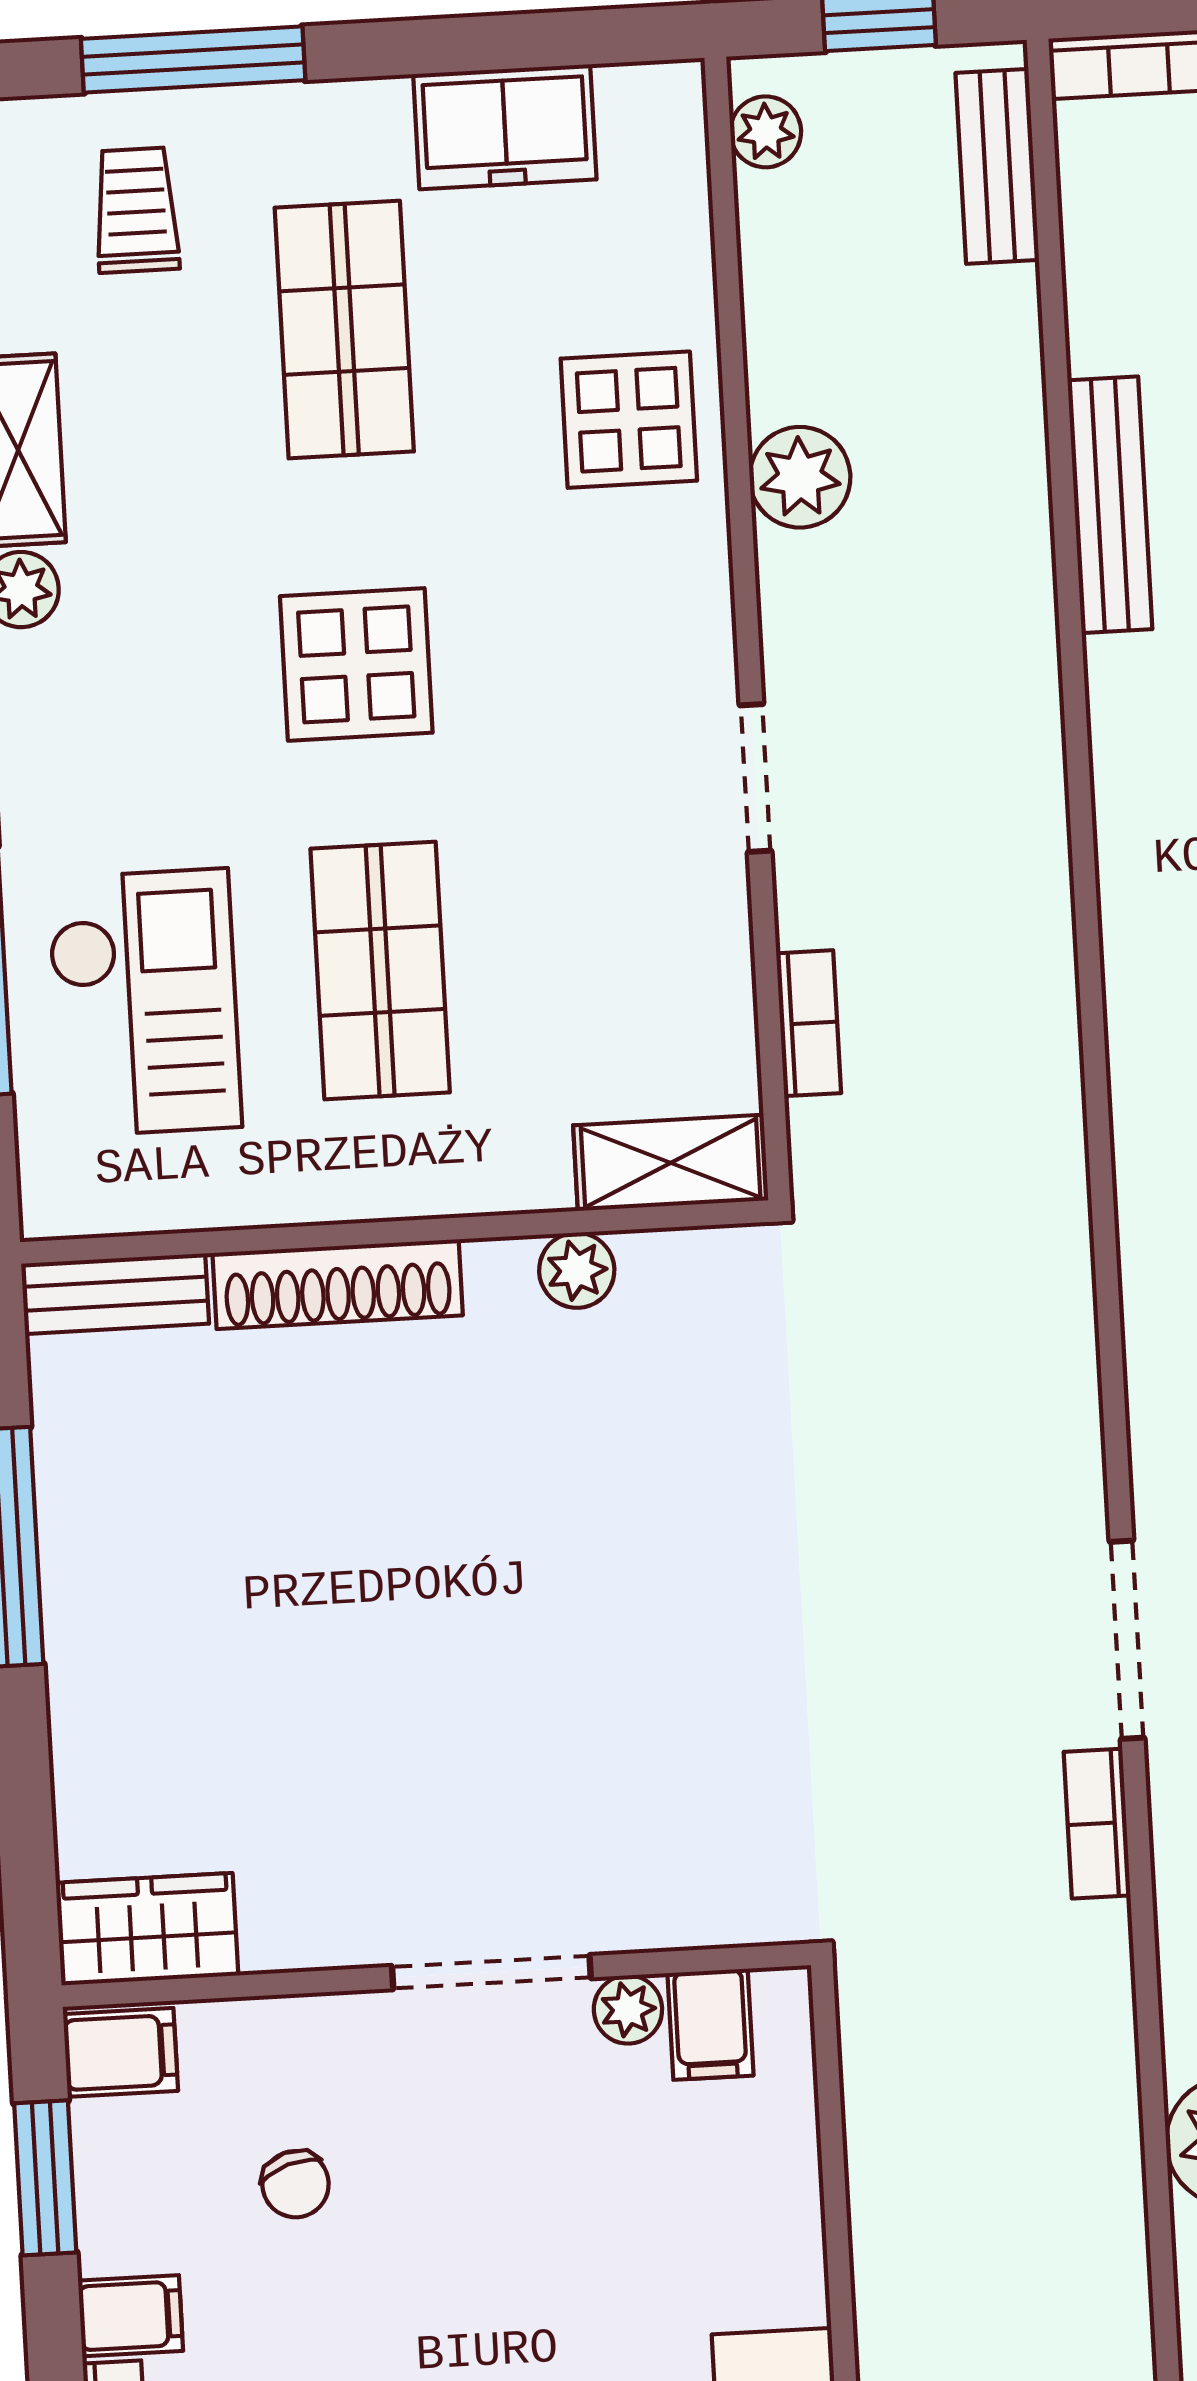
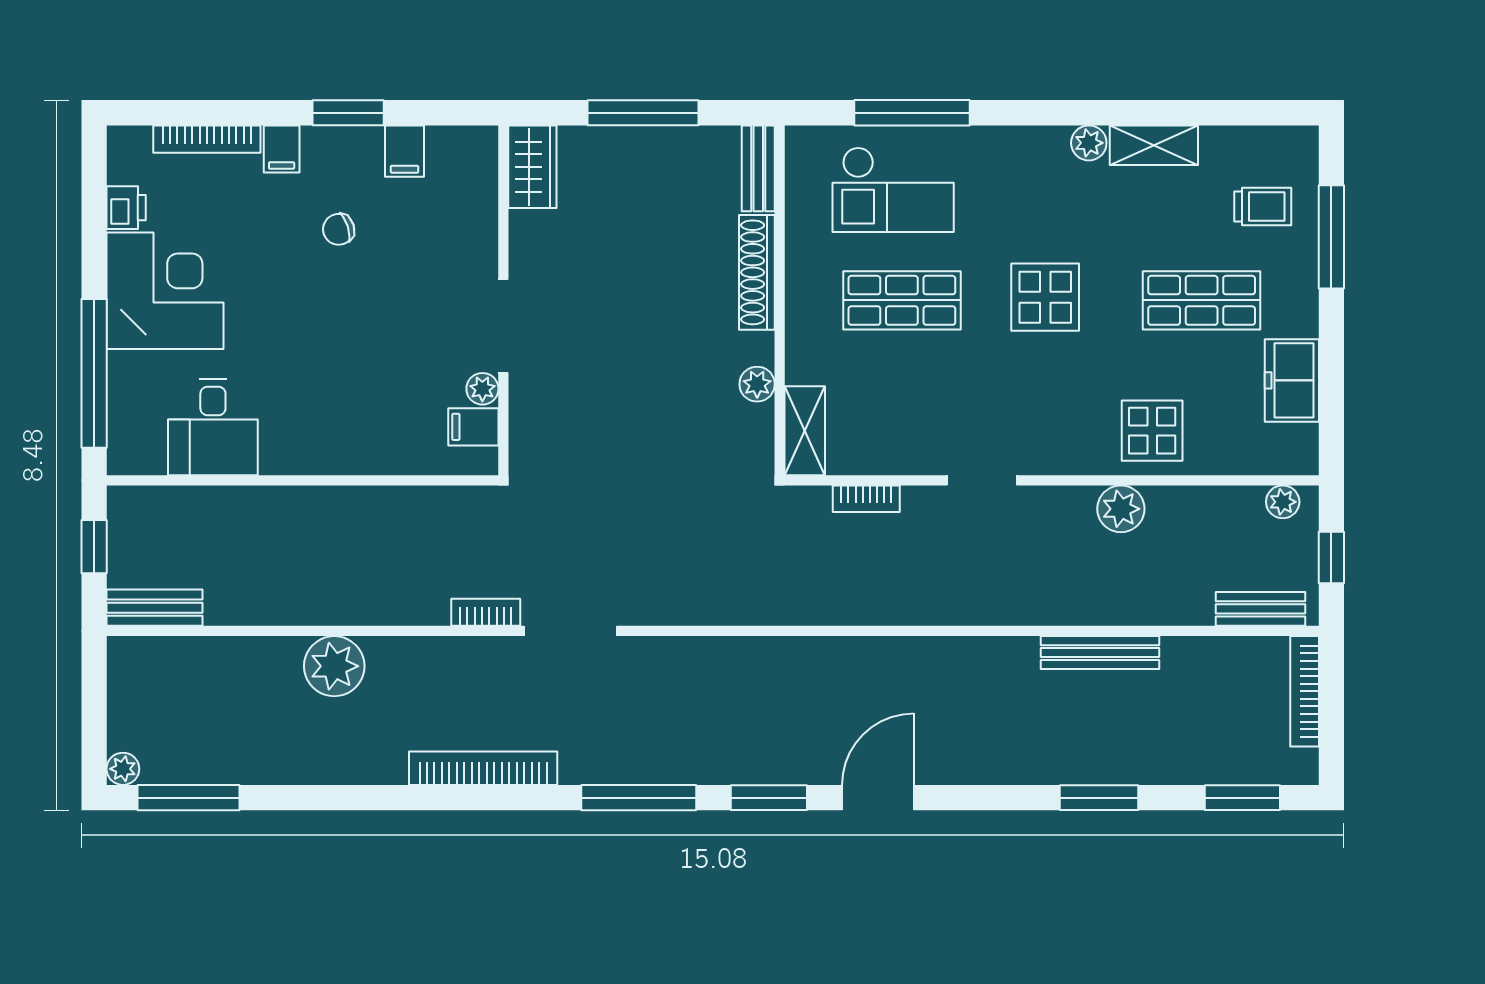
wardrobe: (147, 1929) -> (532, 167), moved
doorway: (491, 1972) -> (503, 326), moved
wall: (436, 1975) -> (503, 300), moved
plant: (628, 2009) -> (482, 389), moved
filing cabinet: (710, 2024) -> (473, 427), moved

